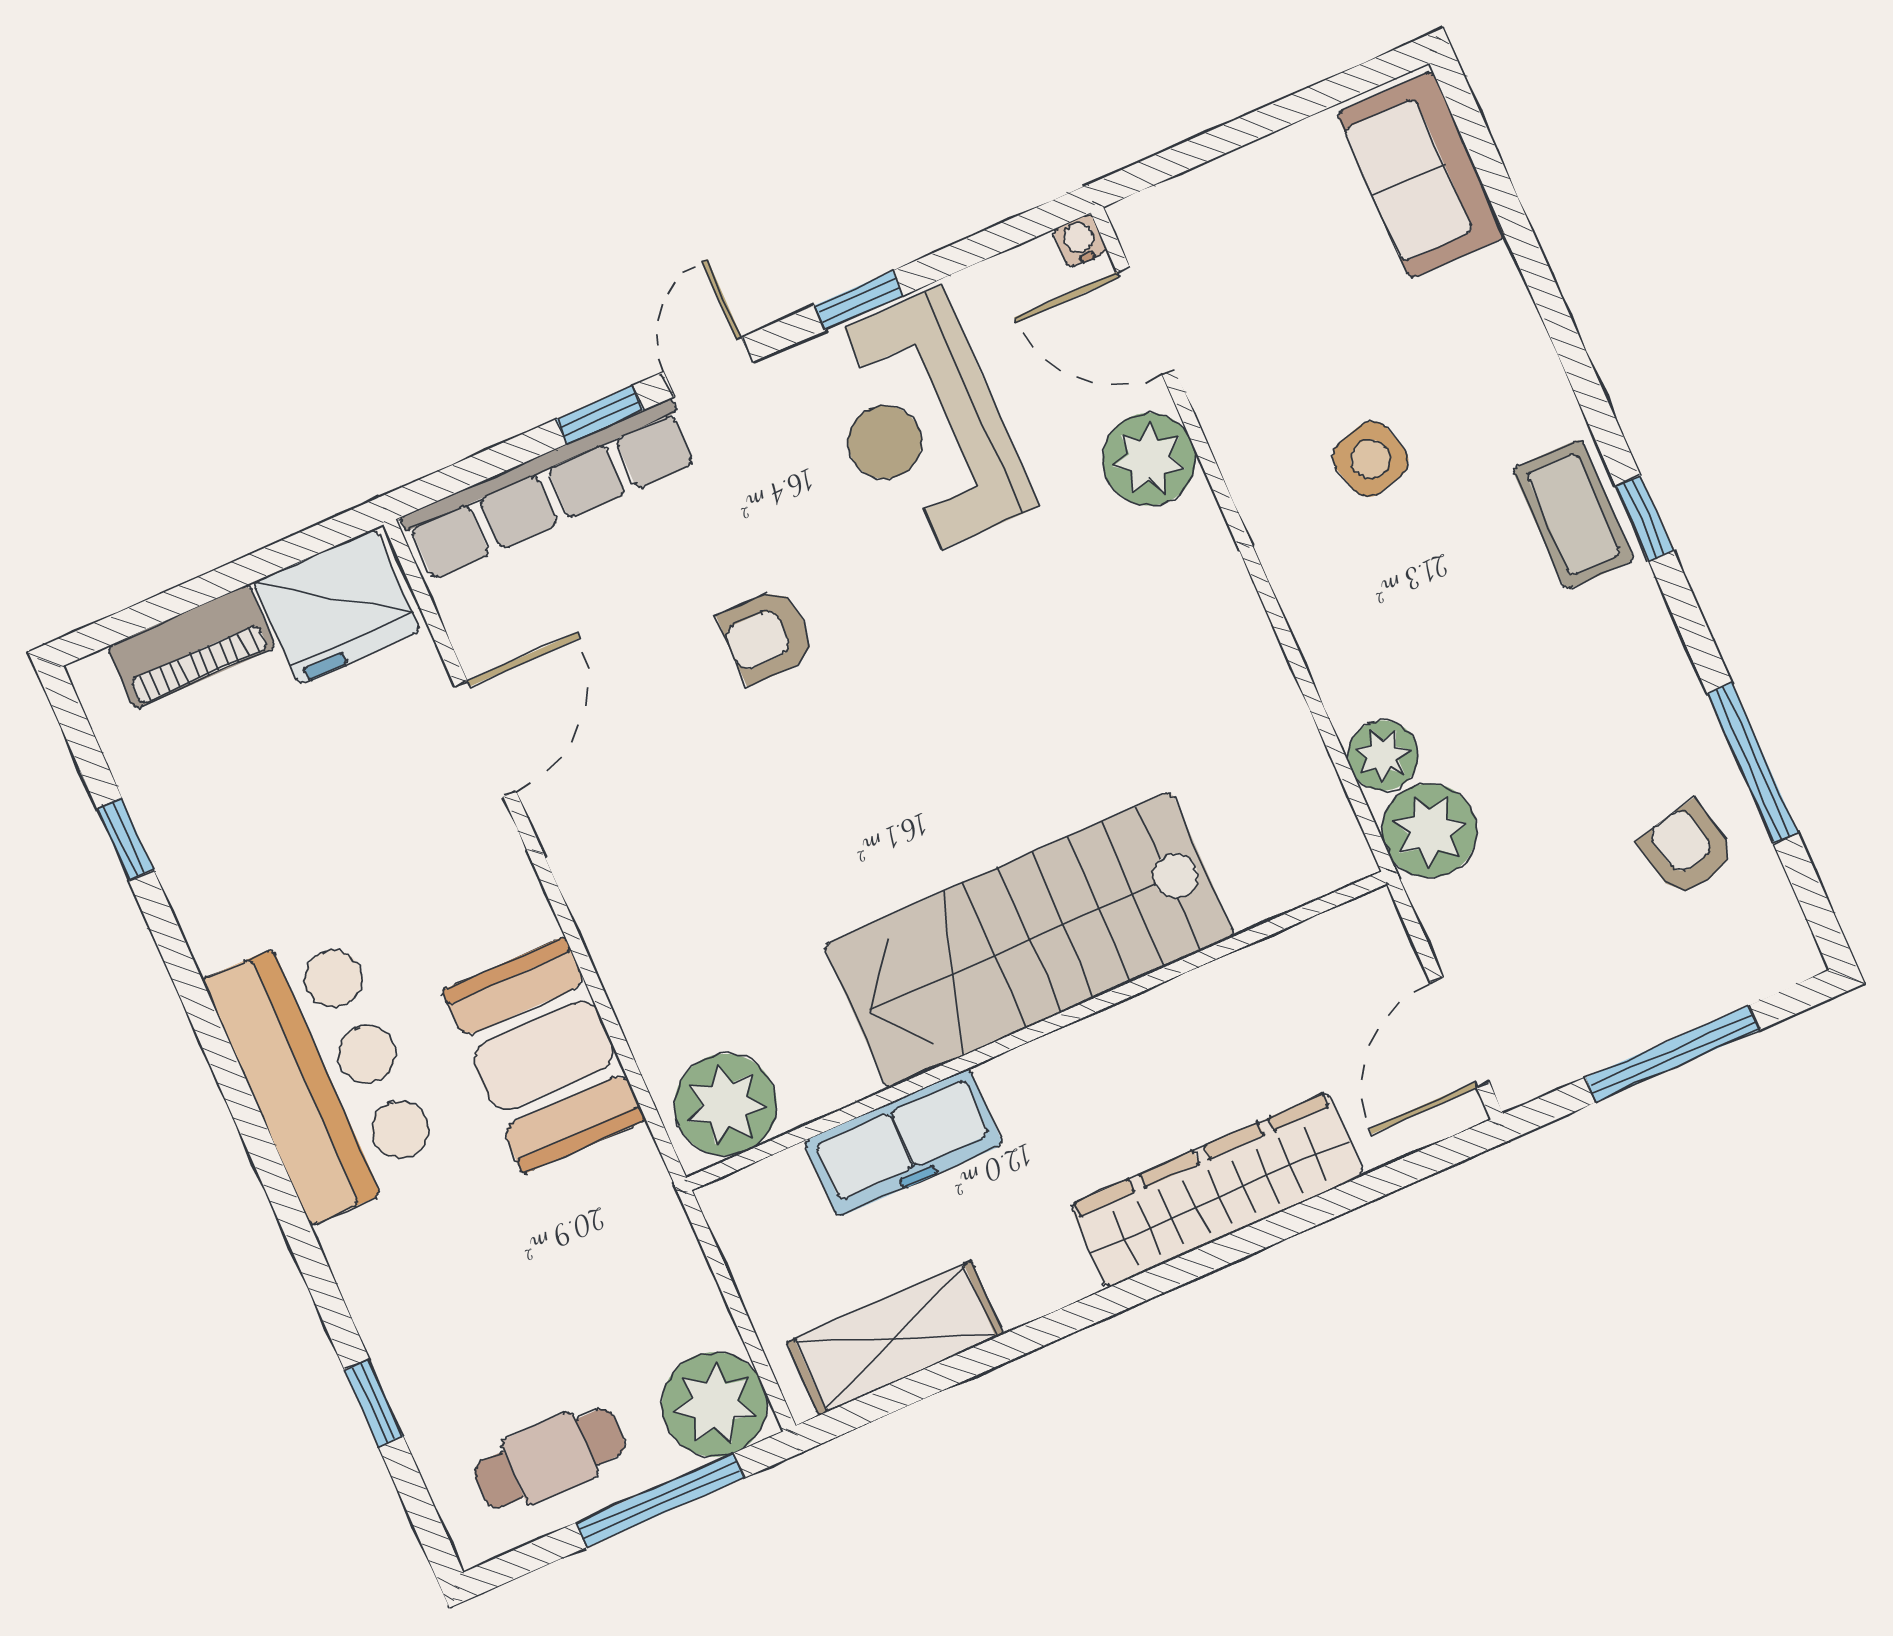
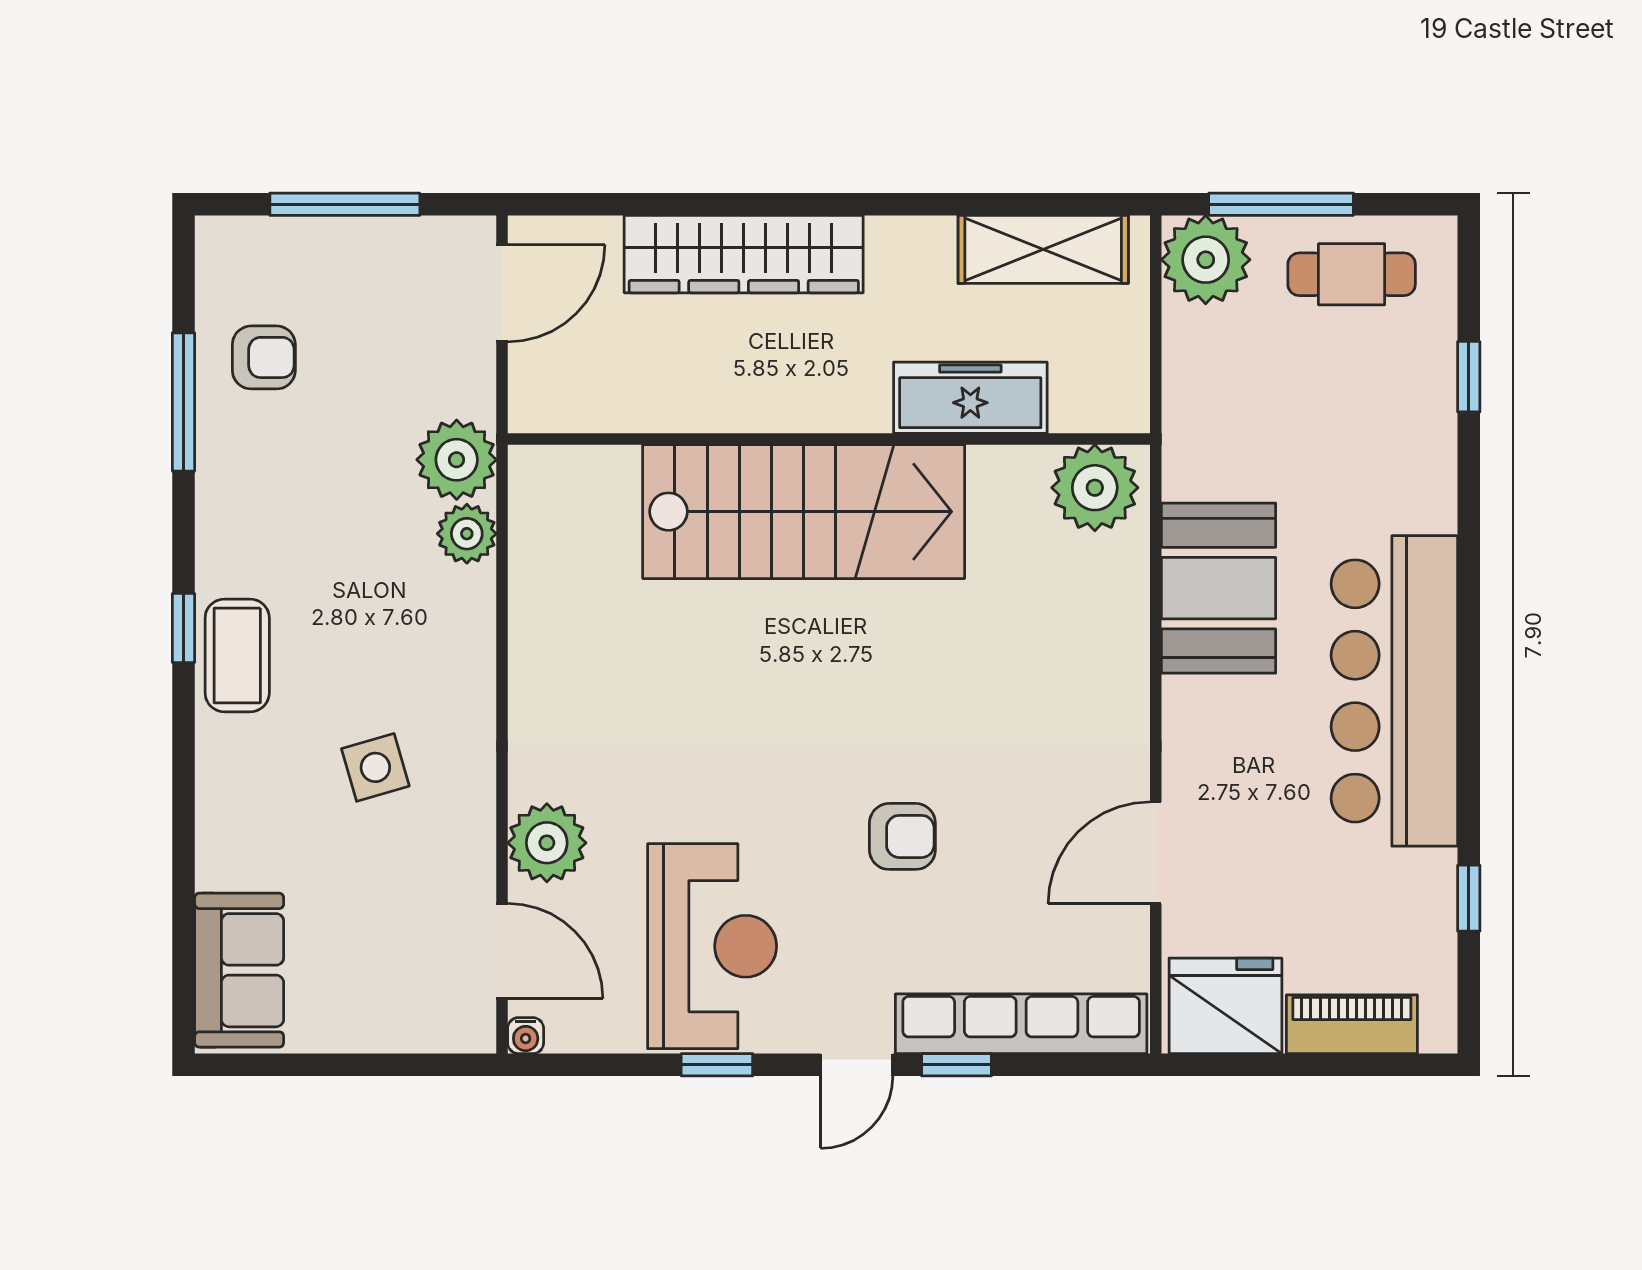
armchair: (1687, 849) -> (264, 357), turned -77
bar counter: (324, 1073) -> (1394, 691), width x1.36

